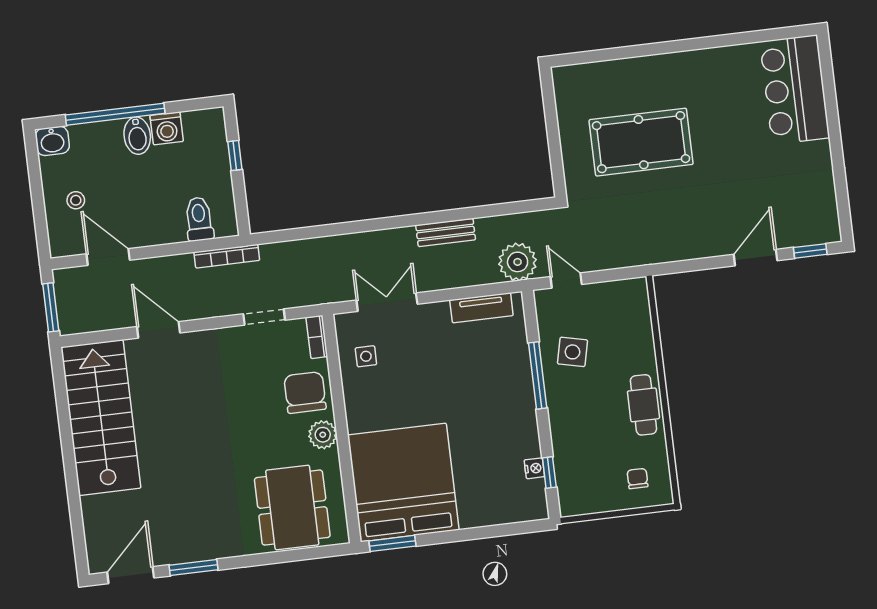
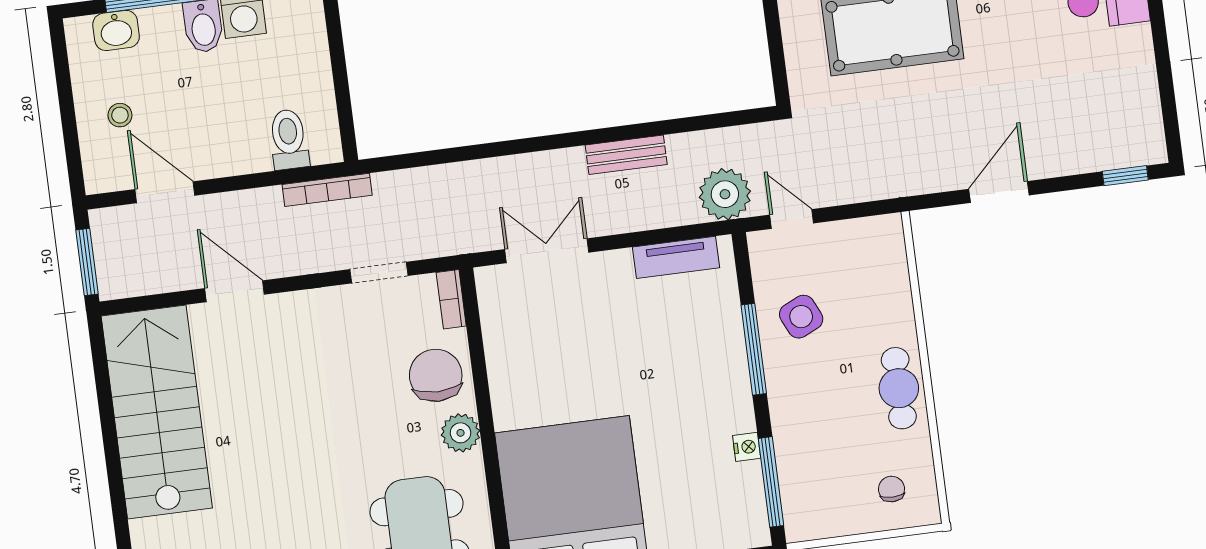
washbasin: (52, 141) -> (116, 30), moved
window: (235, 156) -> (337, 52), removed
door: (755, 258) -> (999, 192), moved
side table: (572, 352) -> (801, 317), turned -38
side table: (366, 356) -> (519, 325), removed
nightstand: (534, 468) -> (747, 447), moved
window: (549, 473) -> (771, 482), width x2.17

